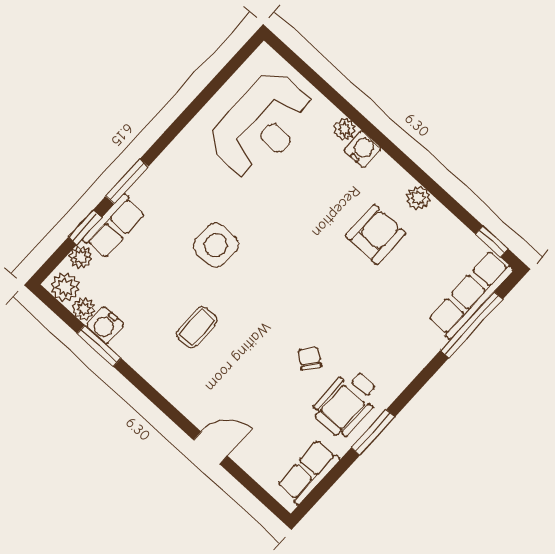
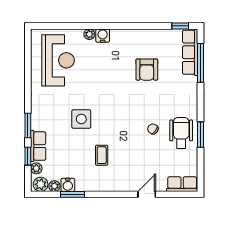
plant: (418, 198) -> (139, 35), removed
armchair: (375, 234) -> (147, 70), moved, turned 180
wheelchair: (346, 403) -> (181, 133), turned 180
row of seats: (308, 472) -> (182, 184), moved, turned 90

